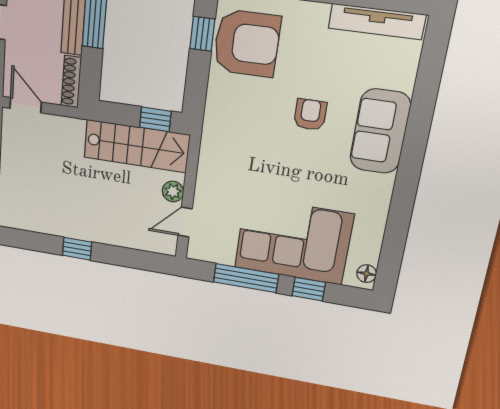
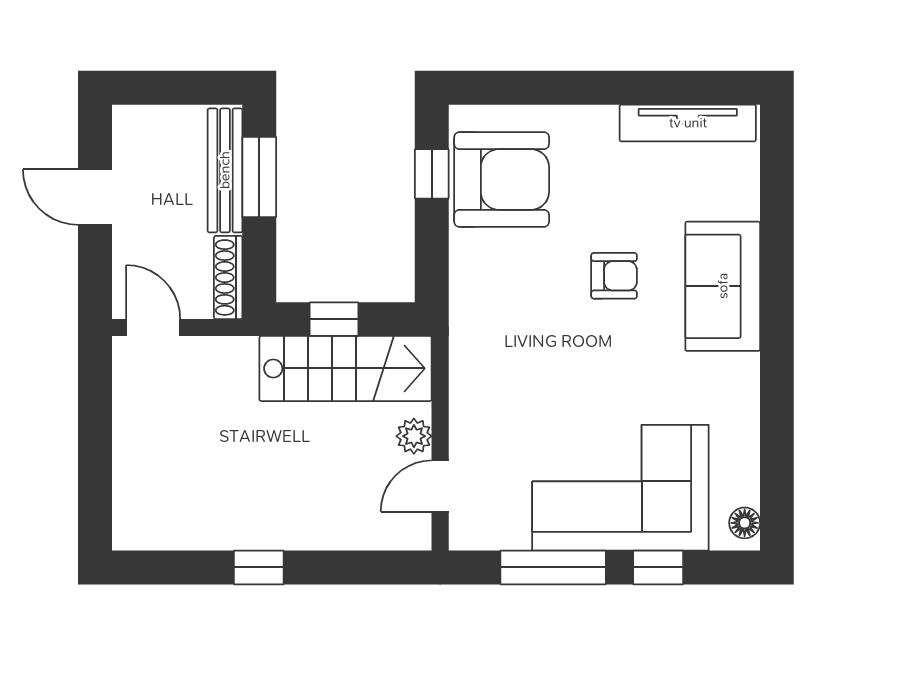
armchair: (310, 115) -> (614, 276), turned 90
window: (155, 119) -> (334, 319), moved

